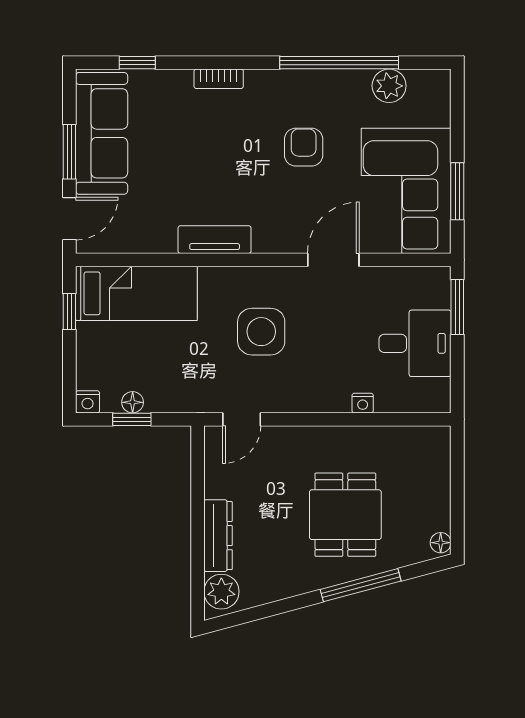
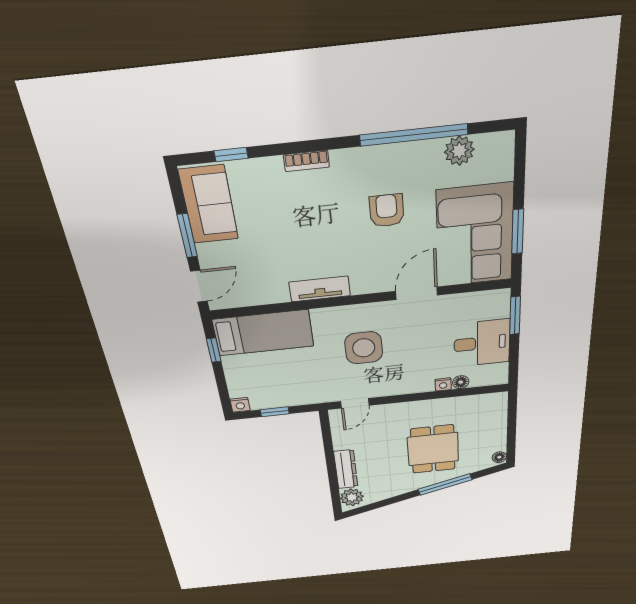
sofa: (102, 133) -> (209, 205), width x0.73
floor lamp: (133, 402) -> (461, 382), moved

